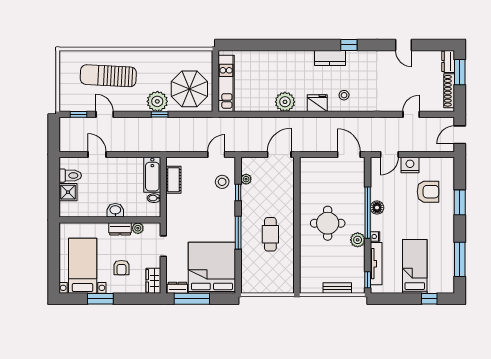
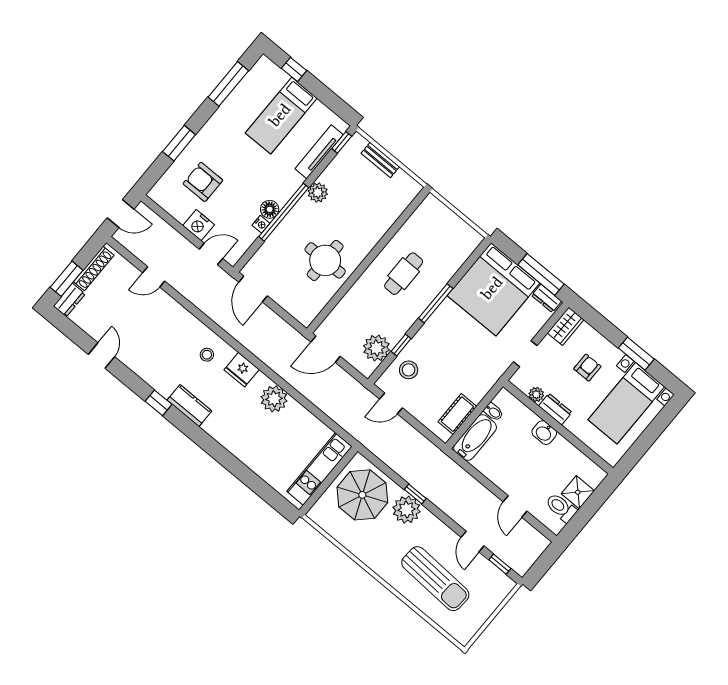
plant: (246, 179) -> (377, 348), width x1.87, depth x1.87
round table: (328, 223) -> (325, 260), moved
nightstand: (375, 237) -> (261, 224), moved

